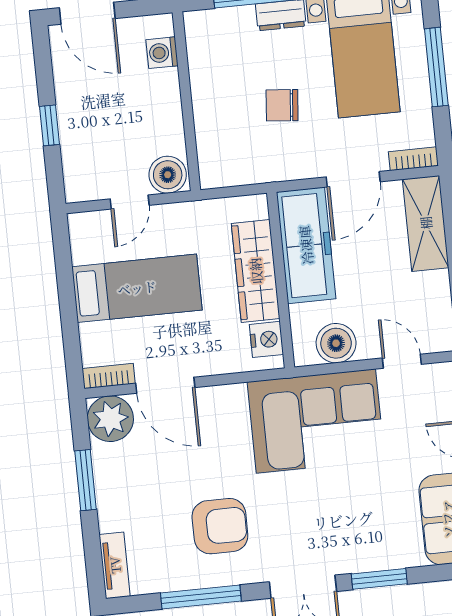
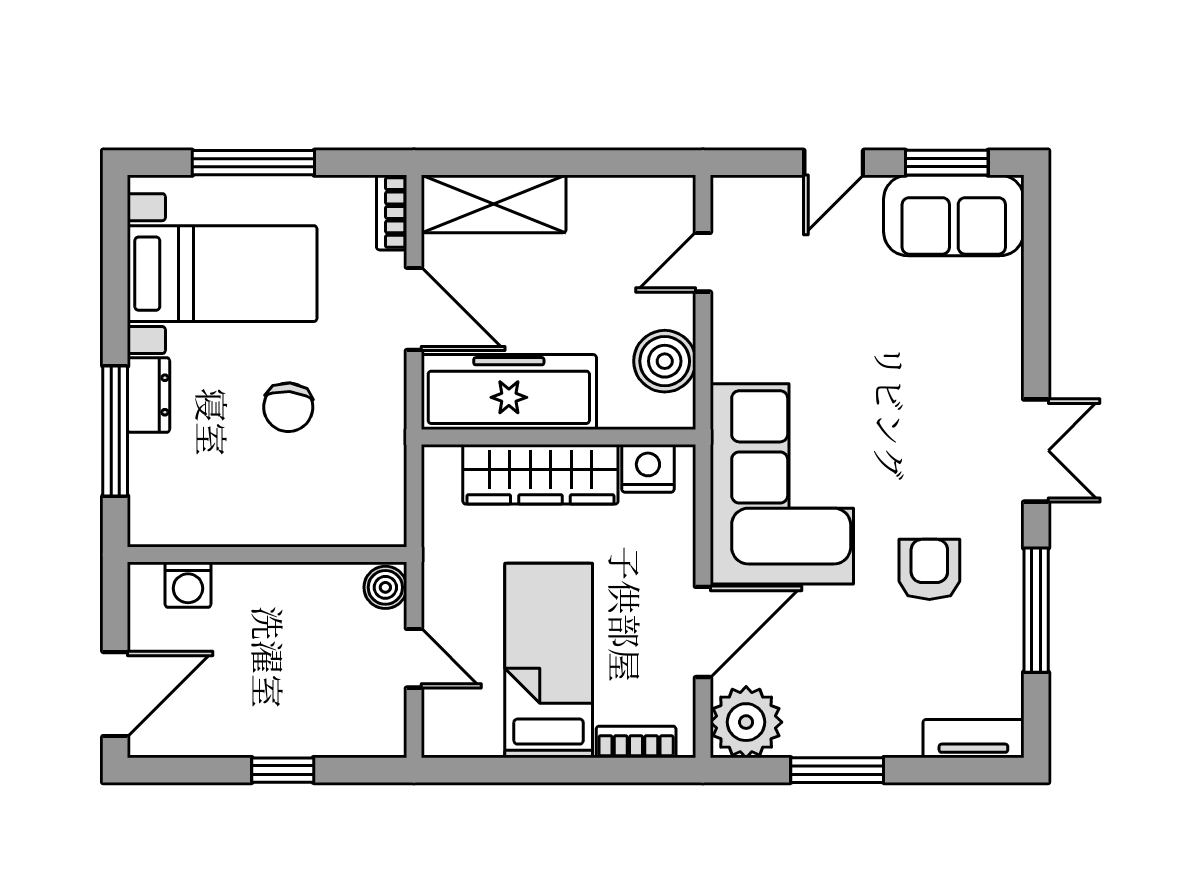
boiler: (168, 175) -> (385, 587), width x0.73, depth x0.73
bookcase: (109, 376) -> (636, 742), moved, turned 90
corner sofa: (316, 421) -> (782, 484), moved
armchair: (220, 526) -> (929, 569), width x0.72, depth x0.72
window: (379, 579) -> (1036, 331), removed

